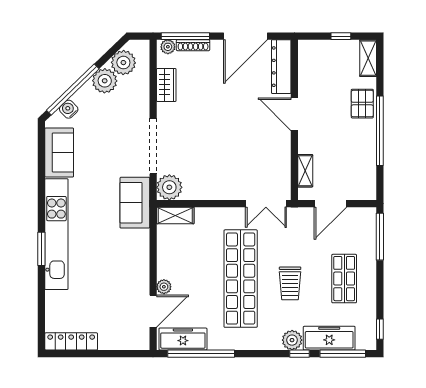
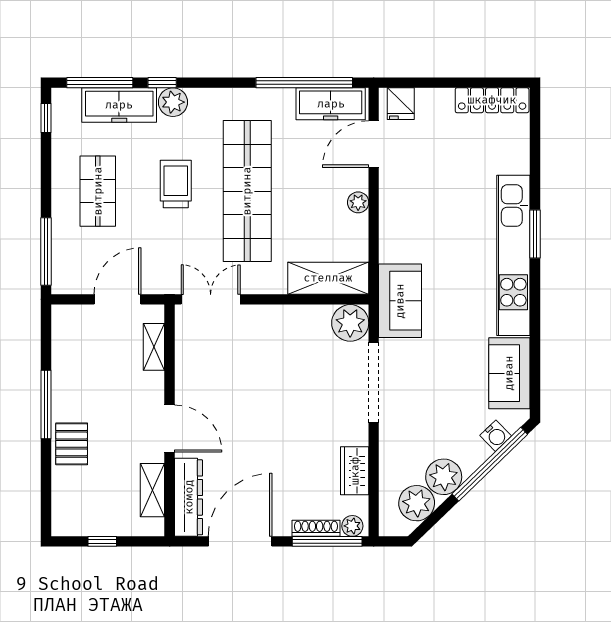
shelving: (368, 58) -> (152, 490), moved
window: (380, 131) -> (46, 405), width x0.68
shelving: (175, 215) -> (328, 278), width x1.50, depth x1.33
plant: (164, 287) -> (358, 202), moved
fridge: (134, 339) -> (401, 104), added

